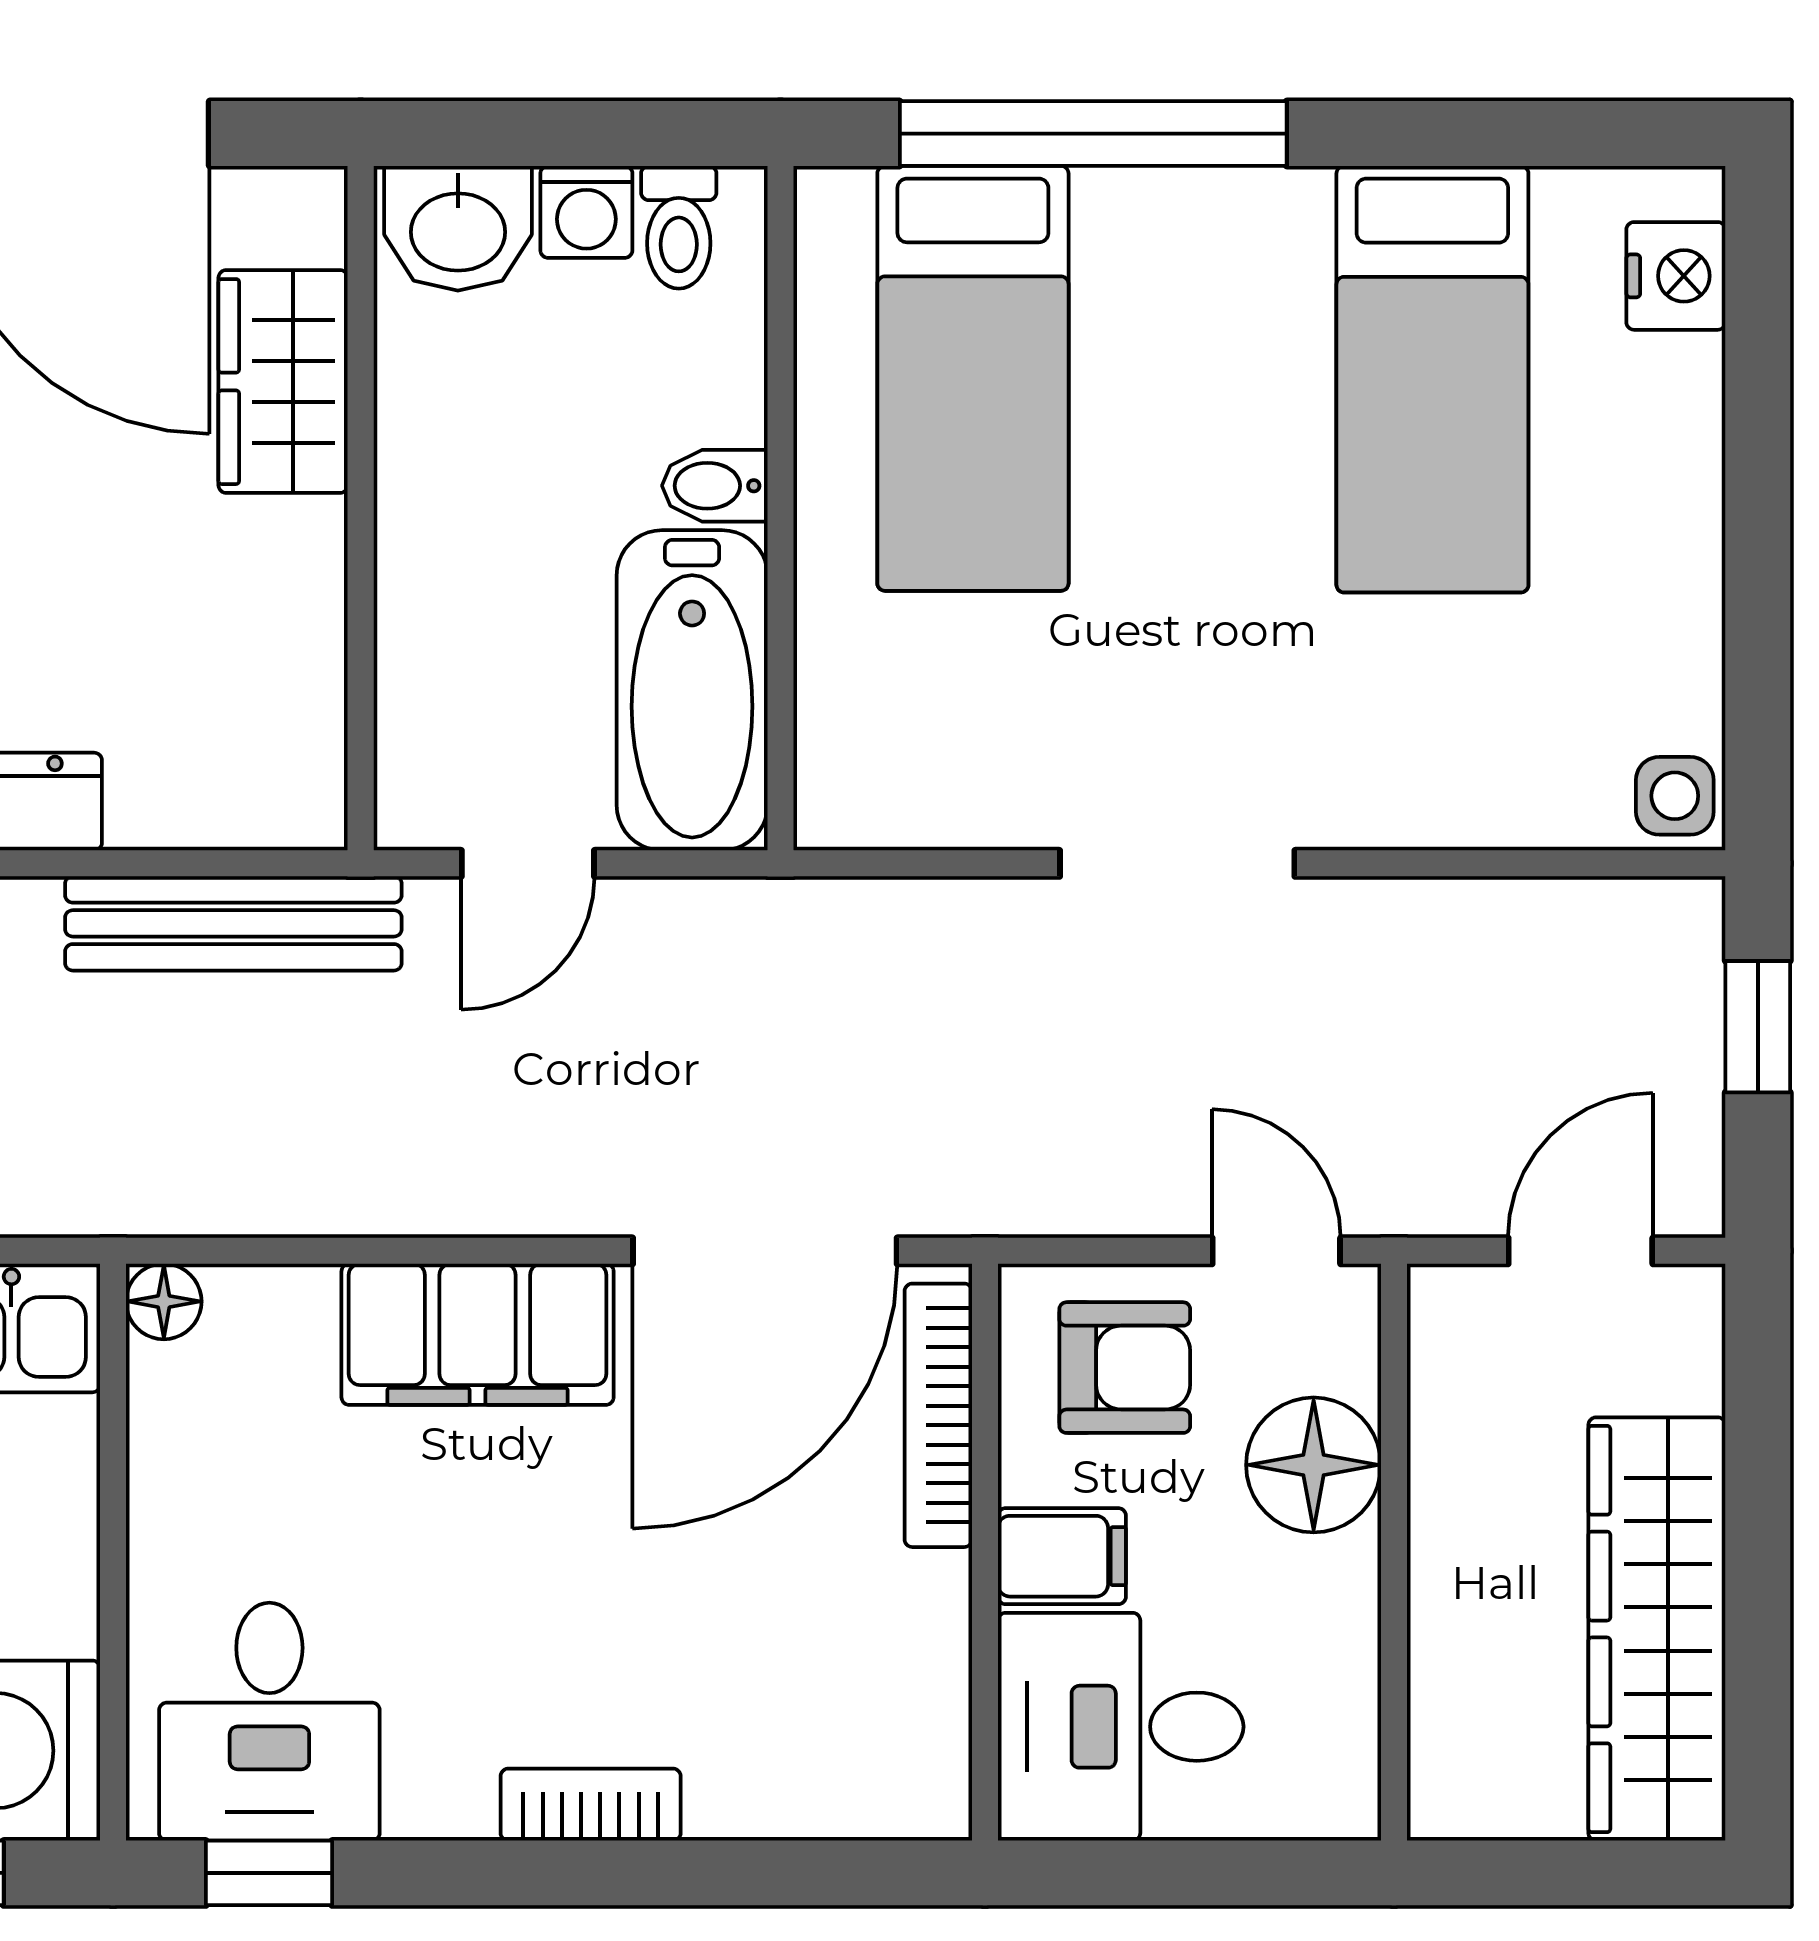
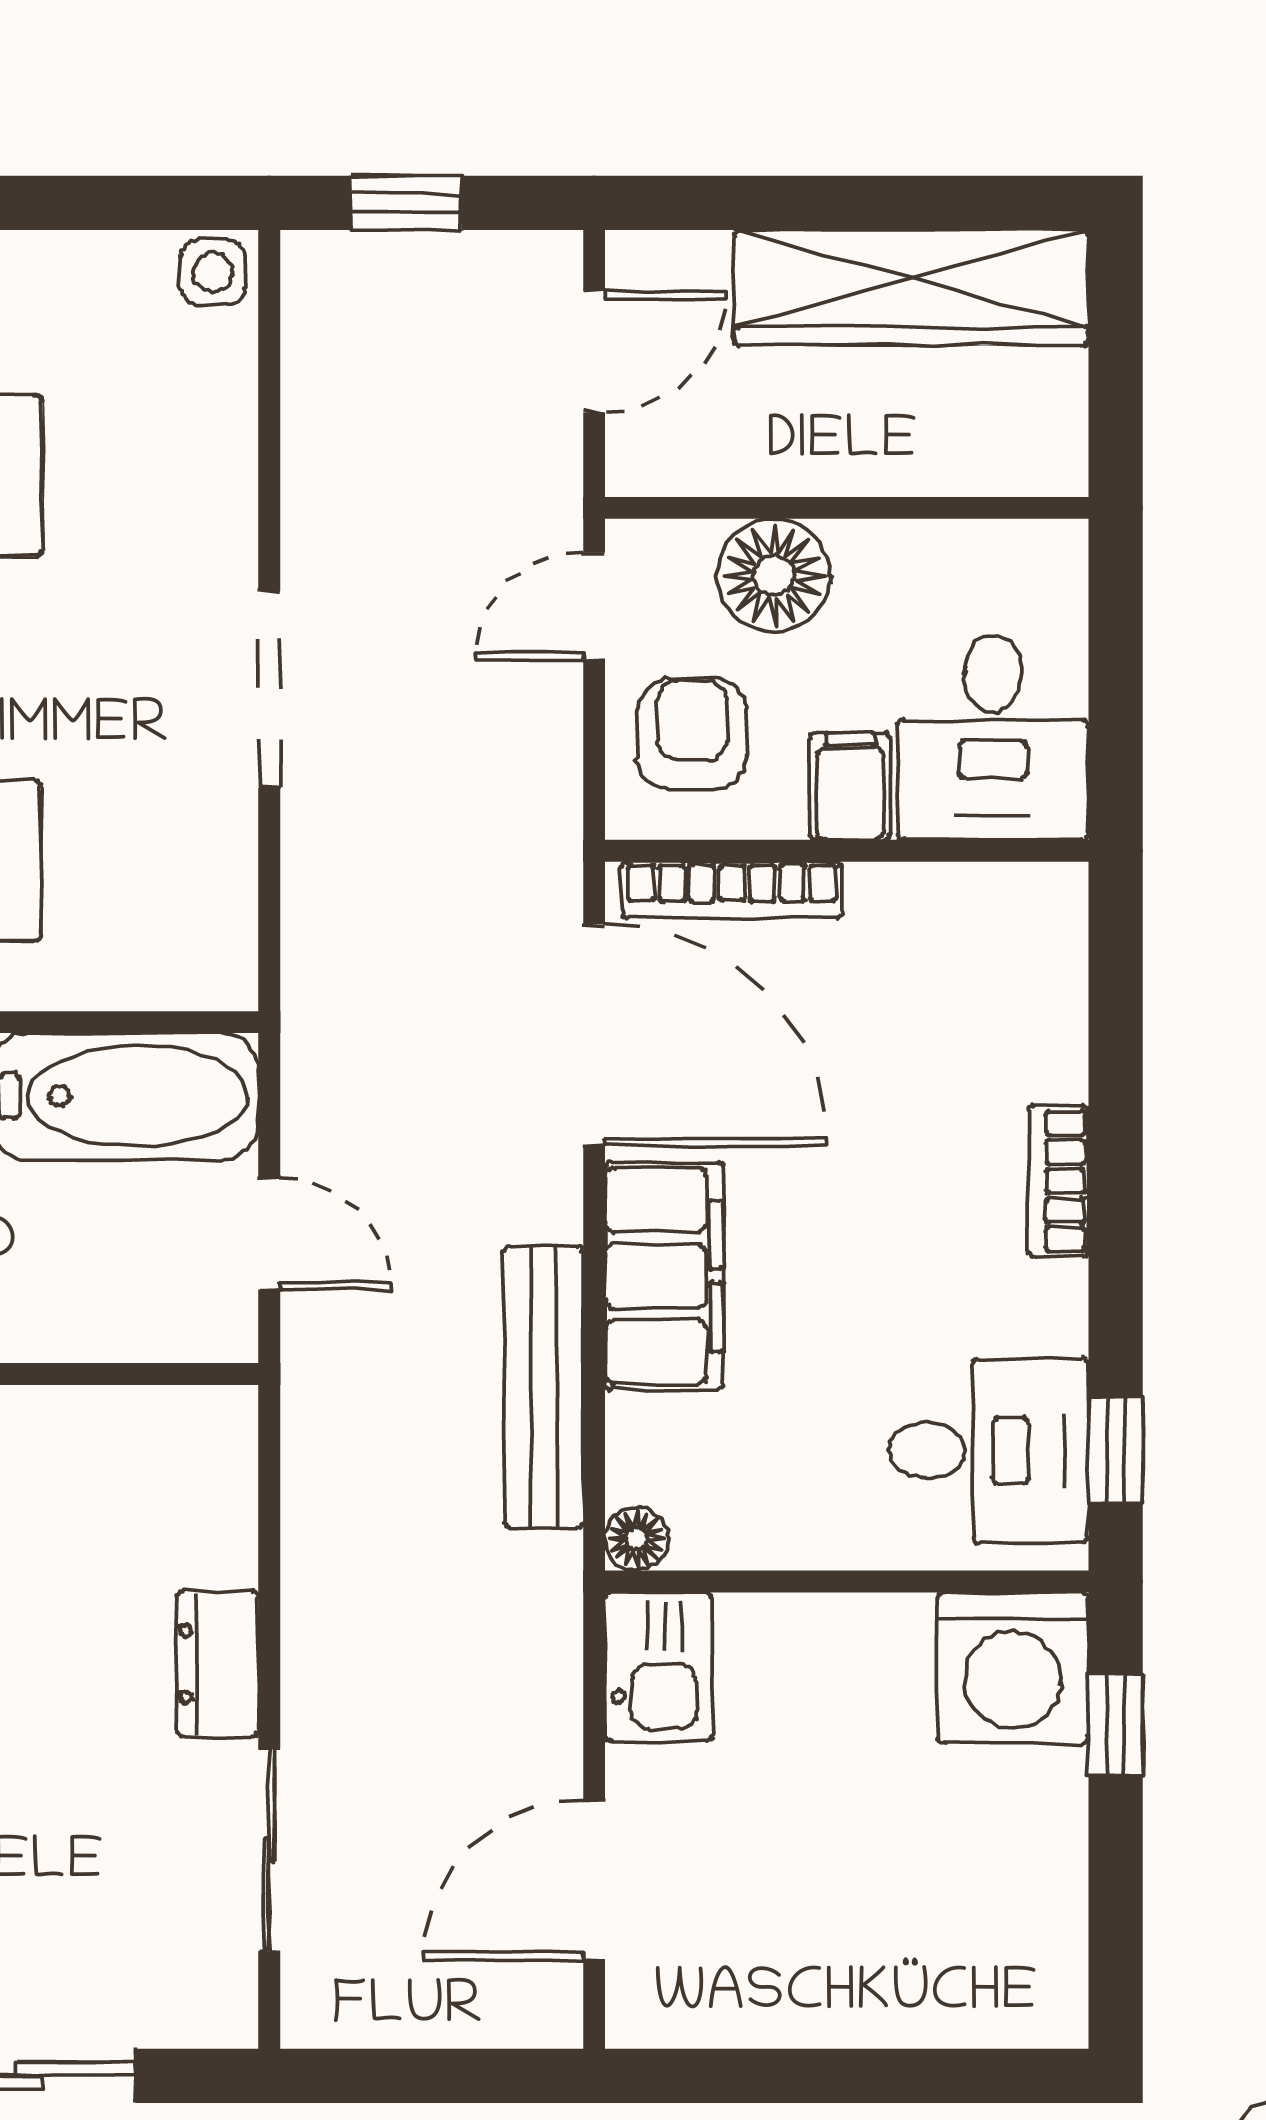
bench: (233, 923) -> (544, 1387), moved
door: (1580, 1251) -> (594, 352), swing flipped

